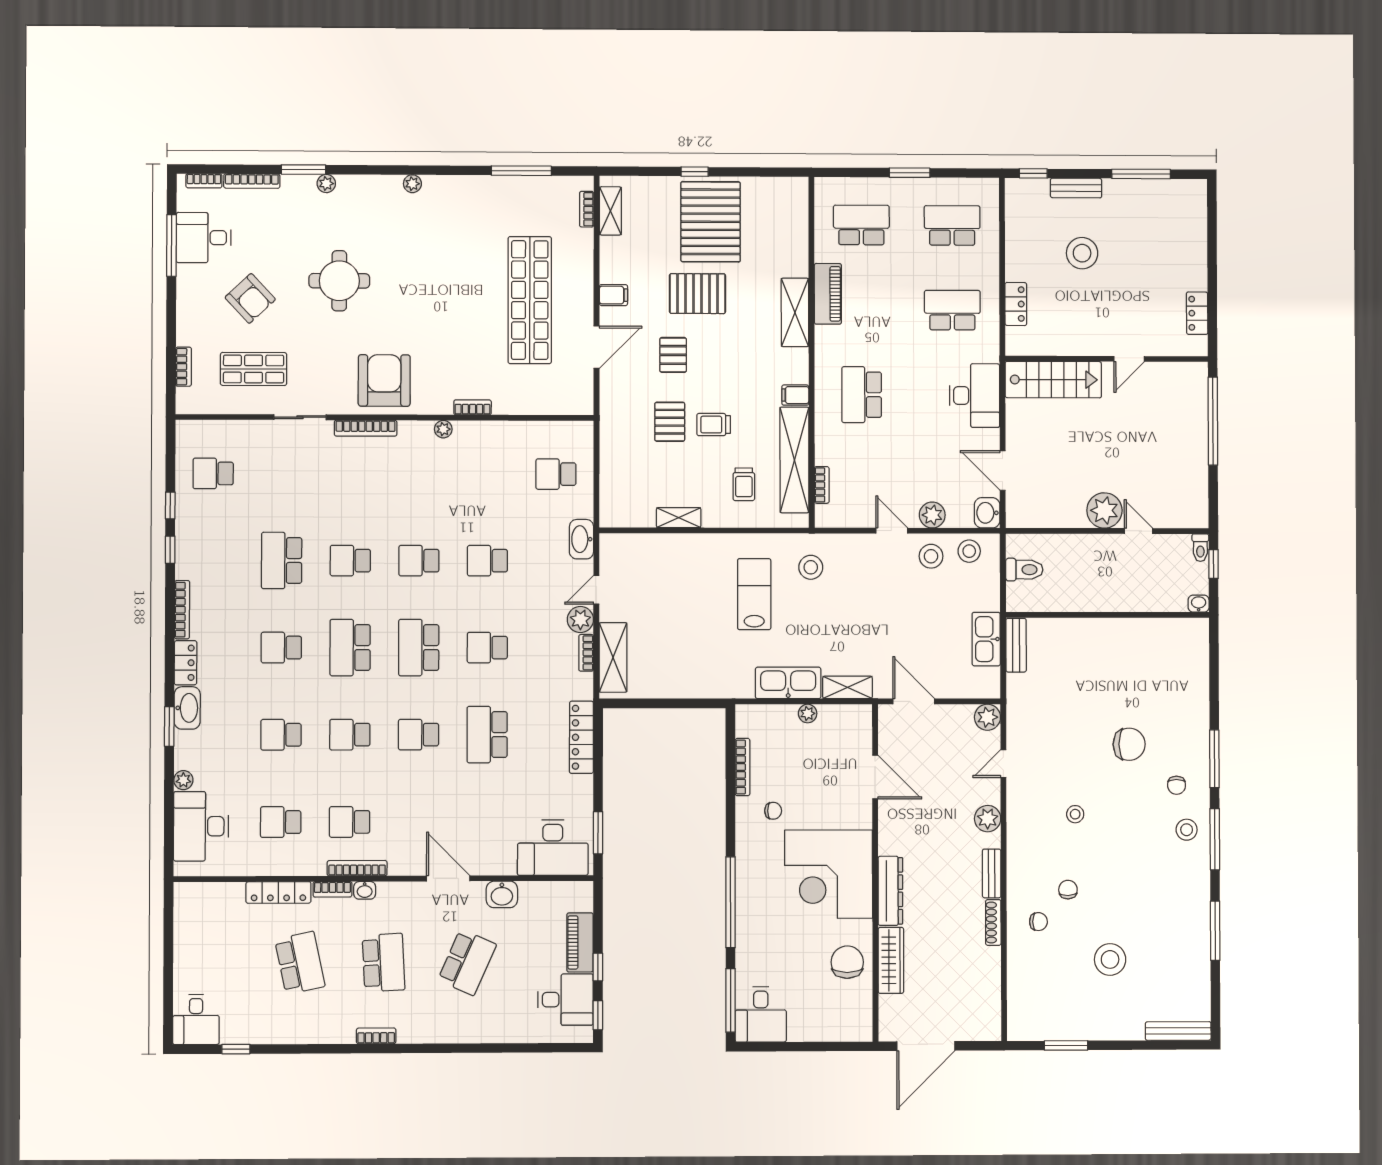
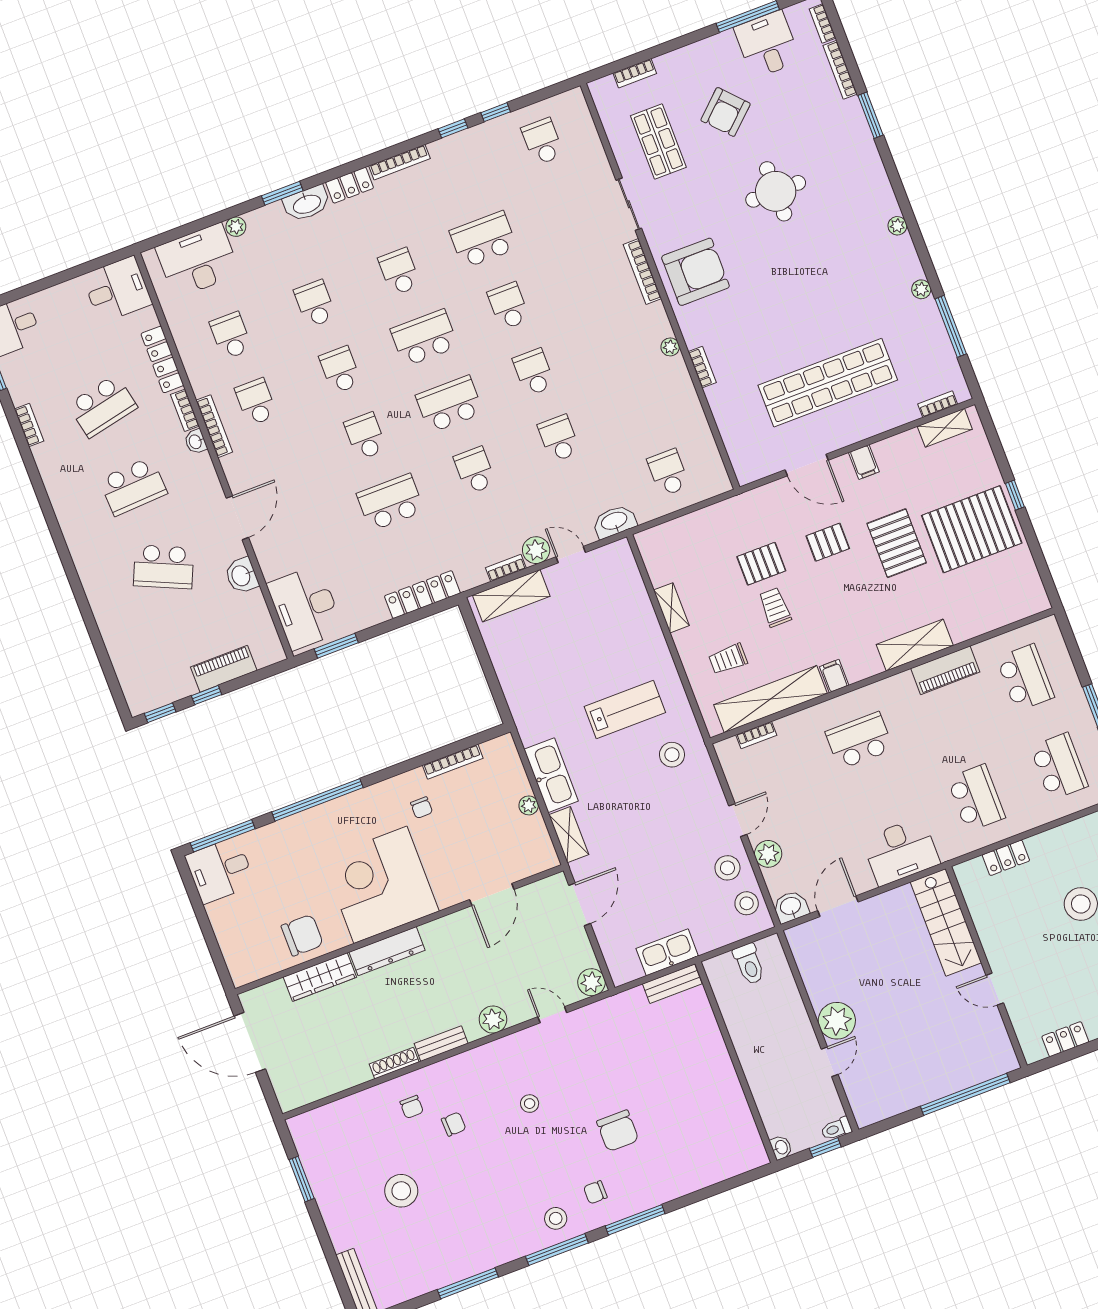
plant: (326, 183) -> (921, 289), moved
desk: (566, 1000) -> (117, 290), moved, turned -90
bookcase: (376, 1036) -> (29, 425), moved

